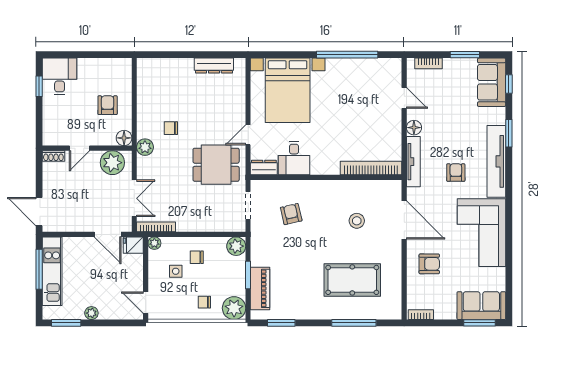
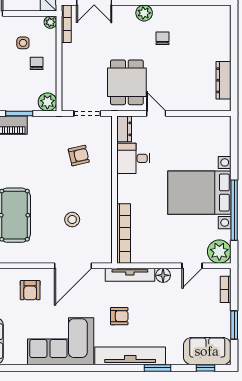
plant: (390, 70) -> (219, 252), added
bed with nightstands: (288, 90) -> (199, 193), moved

